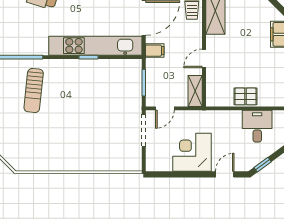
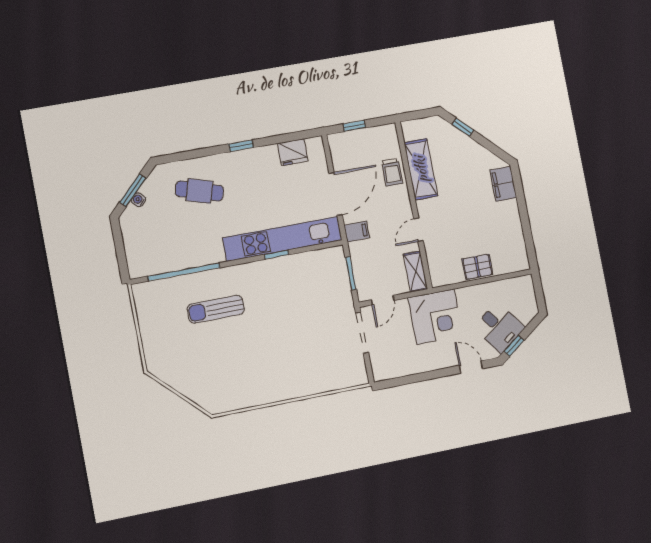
sun lounger: (34, 90) -> (216, 309), turned 84
desk: (257, 126) -> (499, 328), moved, turned 144
corner desk: (192, 152) -> (435, 317), moved, turned 180
door: (225, 174) -> (471, 367), hinge flipped

